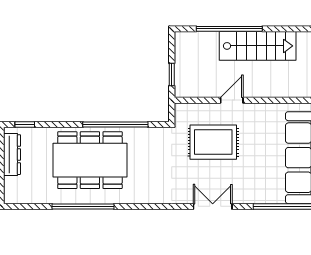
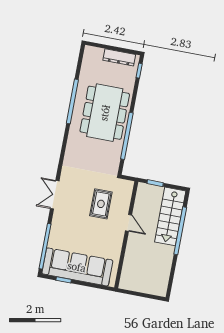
stairs: (258, 46) -> (170, 216), moved
rug: (213, 142) -> (101, 204), width x0.73, depth x0.70
double door: (213, 206) -> (55, 195), swing flipped

